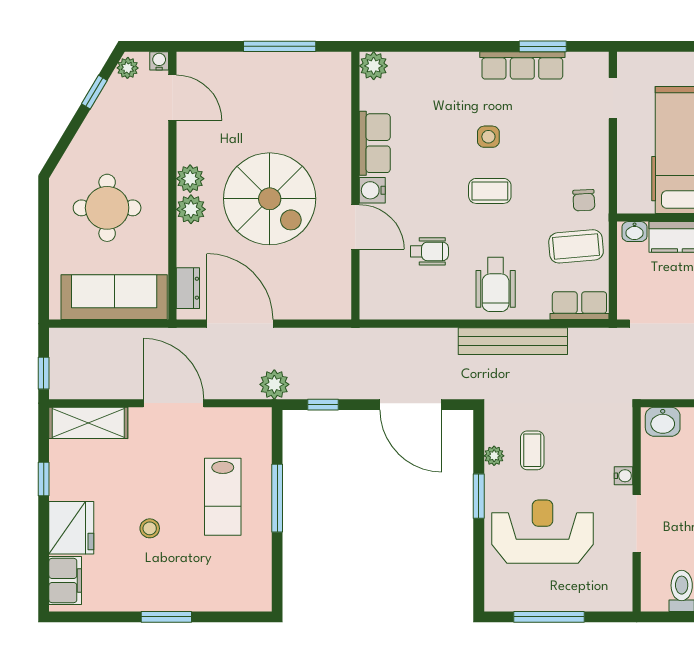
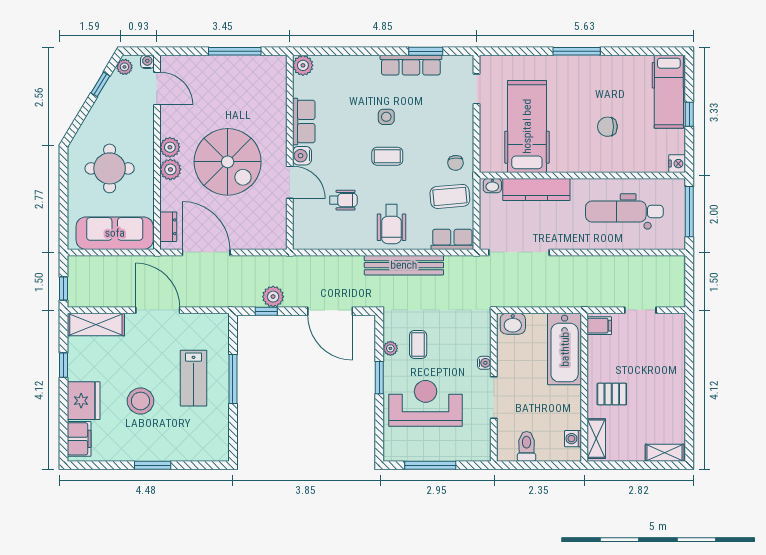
plant: (274, 384) -> (273, 297), moved
stool: (150, 528) -> (141, 401), width x1.89, depth x1.89

